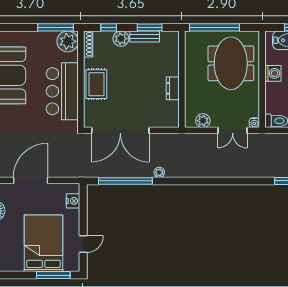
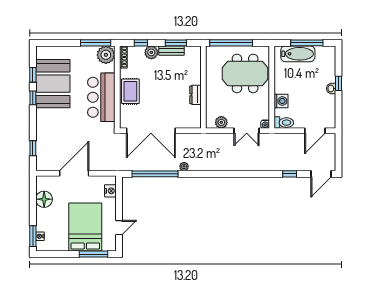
meeting table: (231, 63) -> (245, 73), turned 90
washing machine: (273, 73) -> (281, 101), moved

